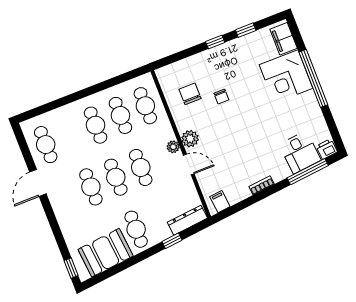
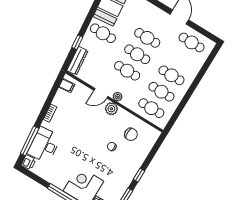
desk: (300, 152) -> (44, 145), width x1.37

